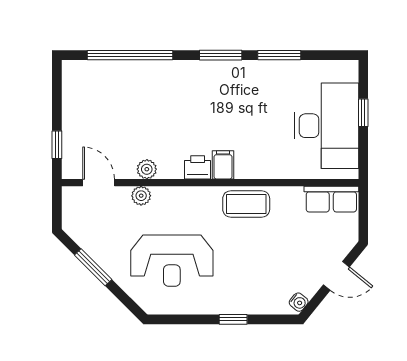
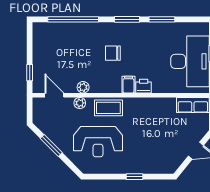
chair: (197, 112) -> (113, 53), added
printer: (198, 167) -> (144, 86), moved
coffee table: (246, 204) -> (108, 108), moved
water cooler: (299, 302) -> (173, 166), removed

